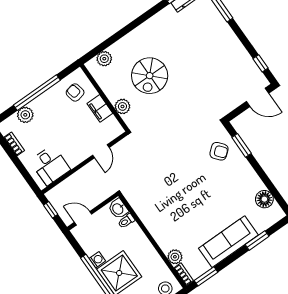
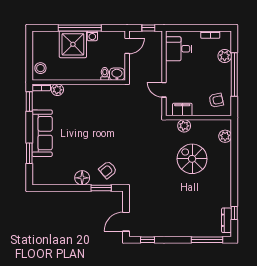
filing cabinet: (100, 108) -> (182, 110), moved
floor lamp: (264, 199) -> (82, 178), moved

